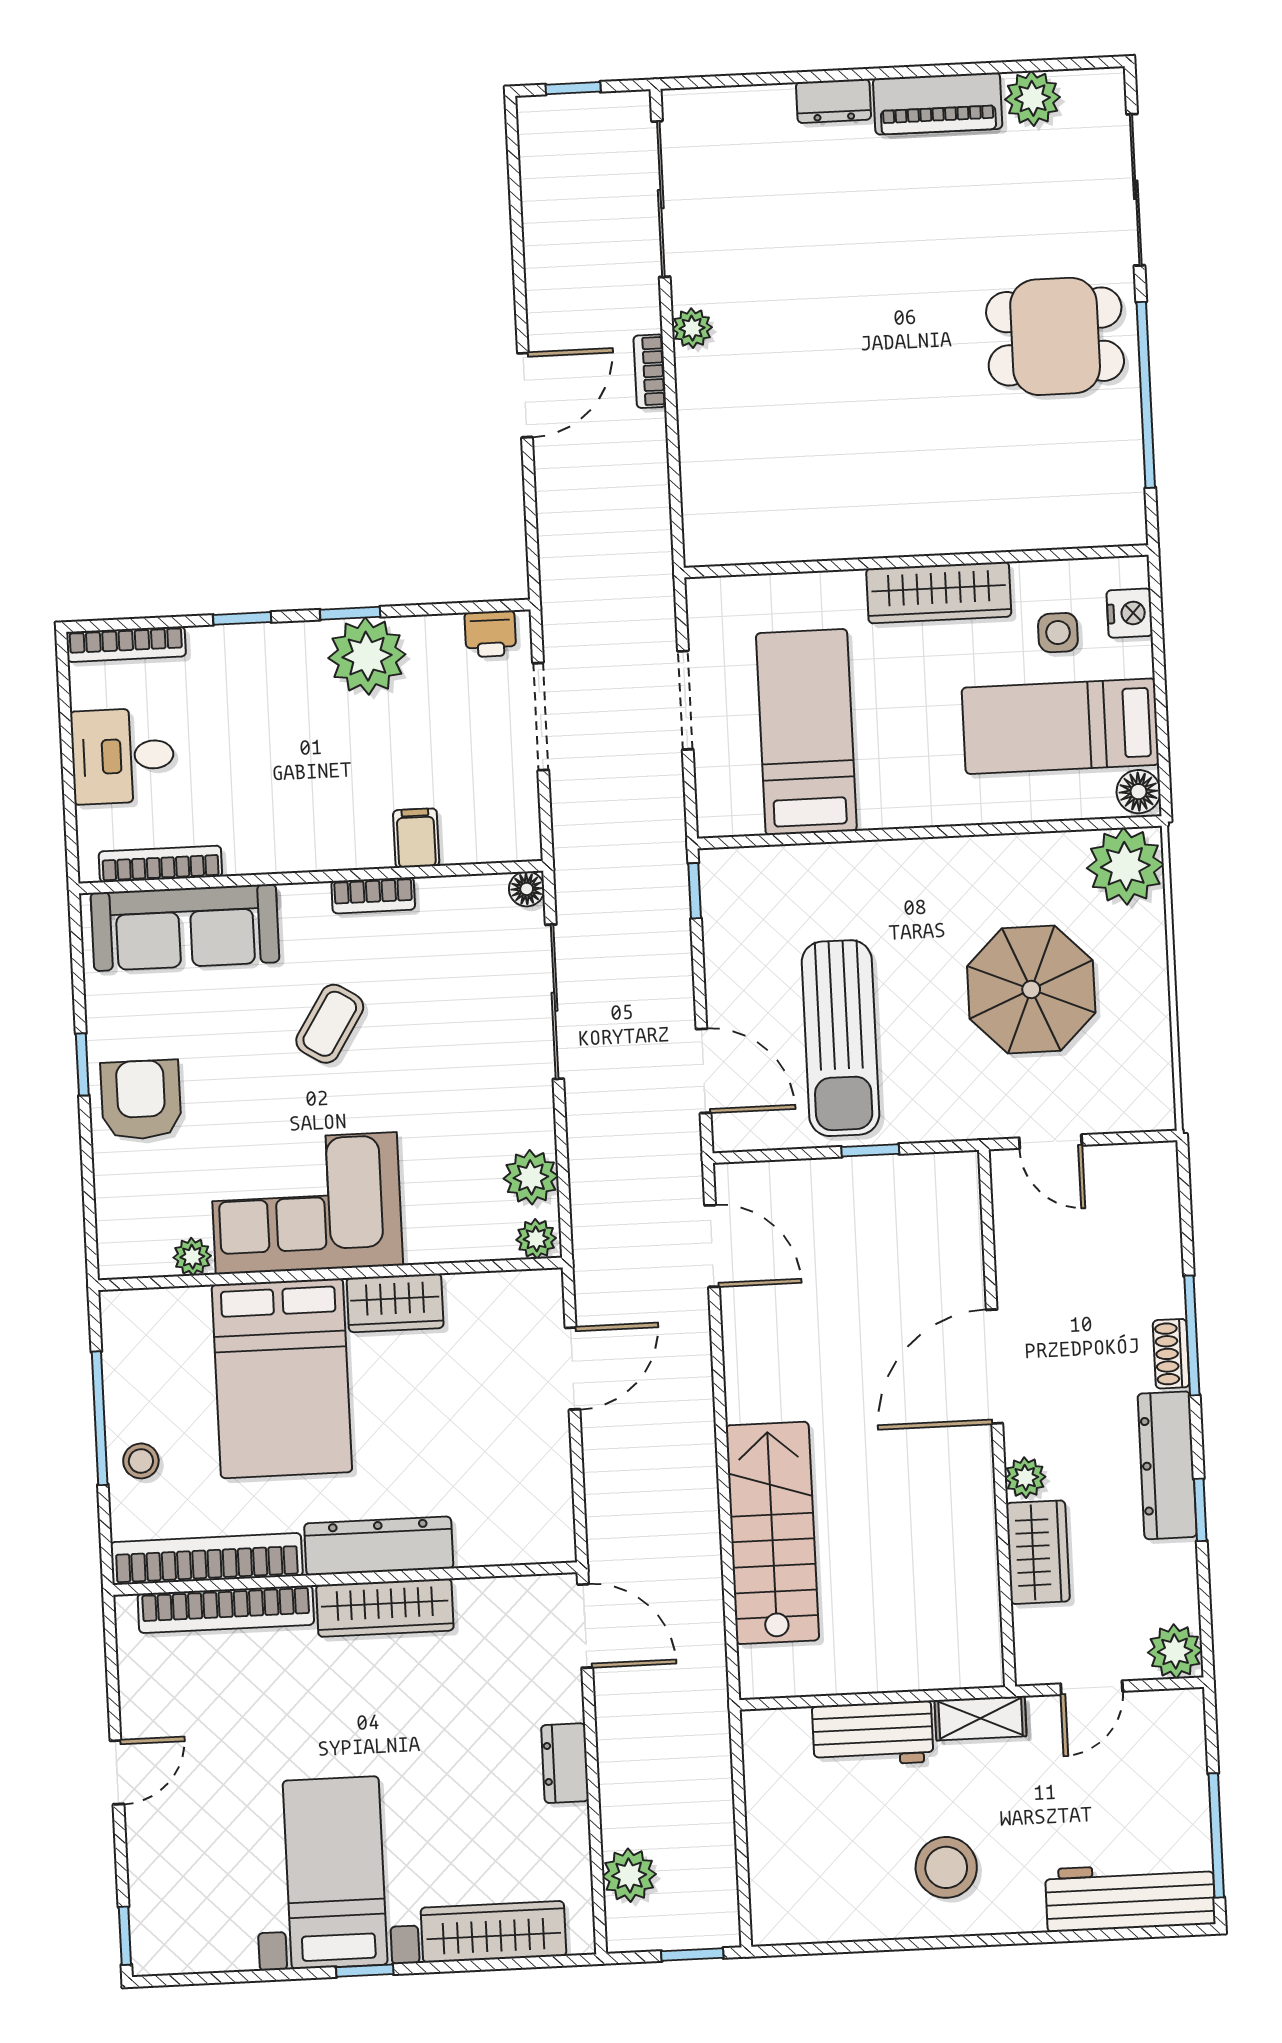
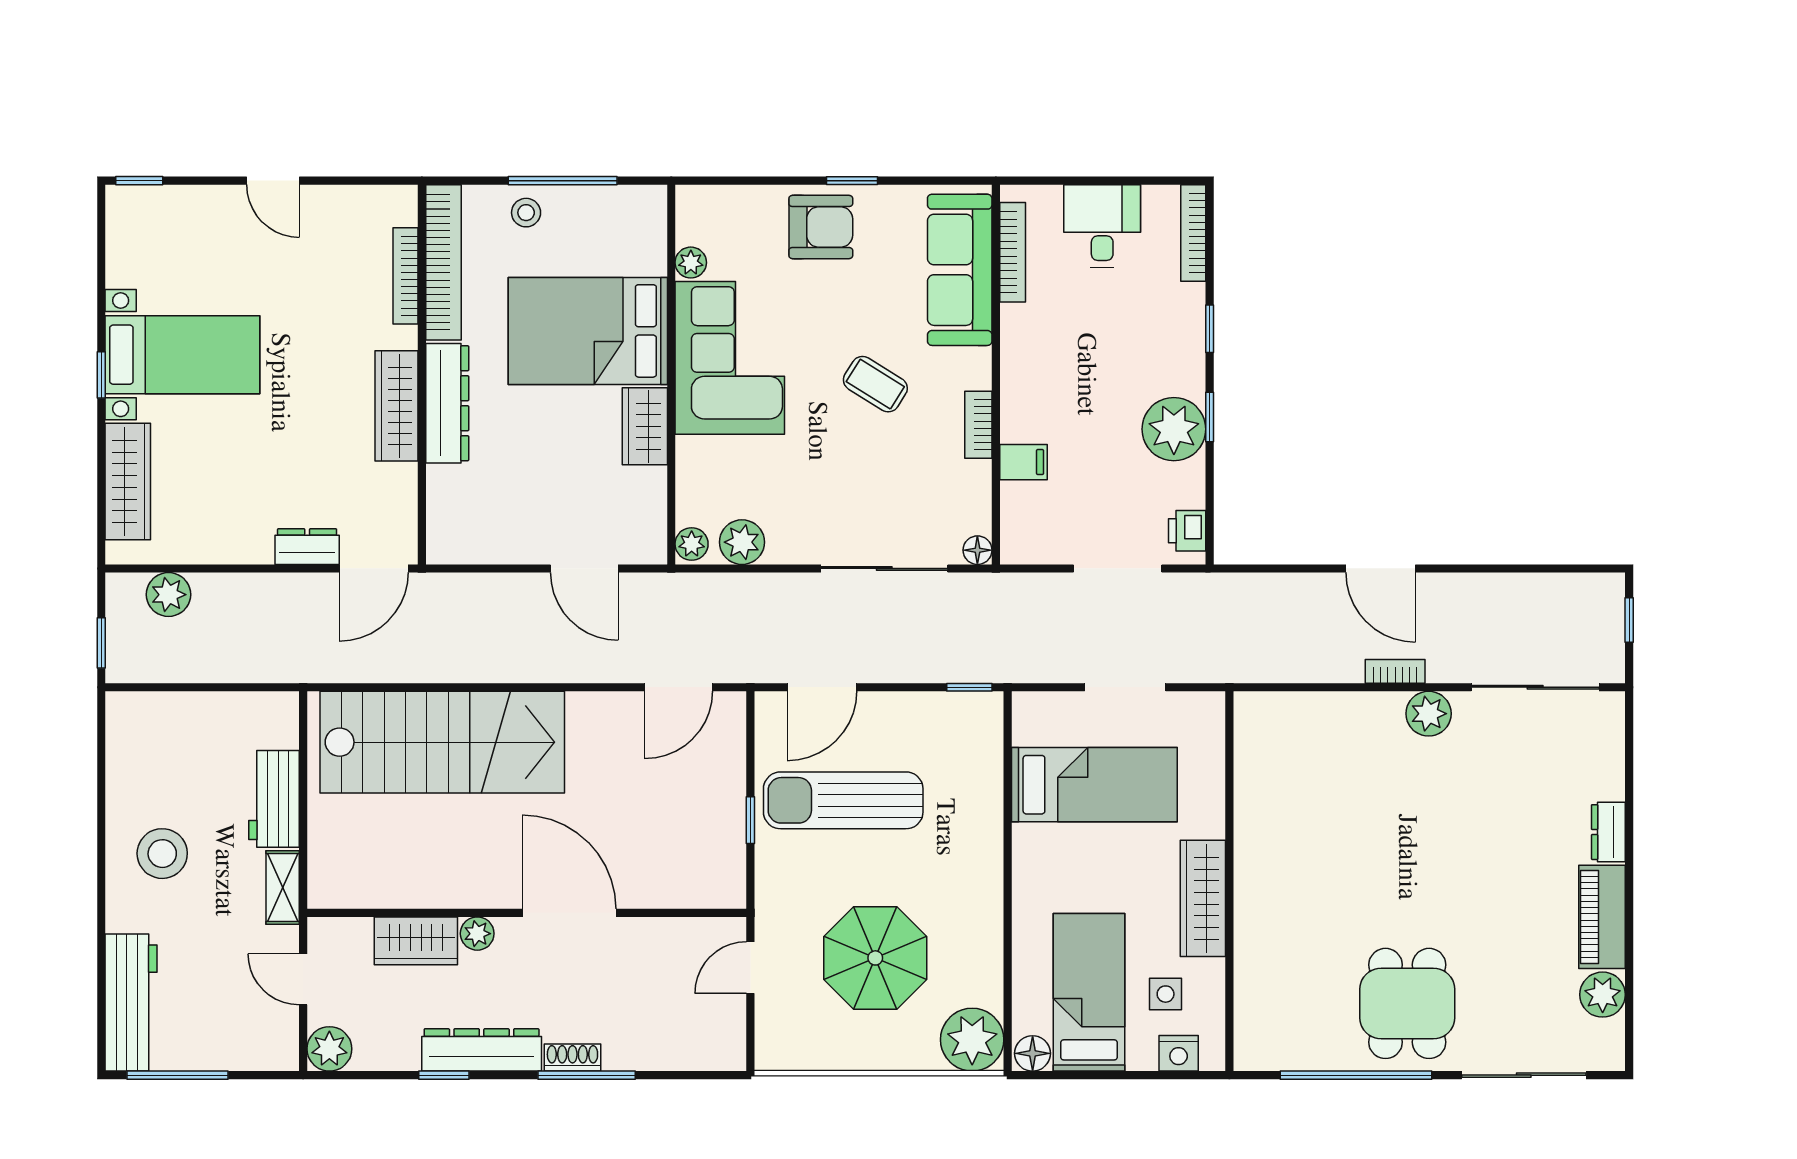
plant: (692, 328) -> (1429, 714), width x1.38, depth x1.38
stairs: (772, 1533) -> (442, 742), width x1.36, depth x1.51
bookcase: (226, 1609) -> (406, 276), width x0.68, depth x0.76
dresser: (565, 1763) -> (307, 547), moved

